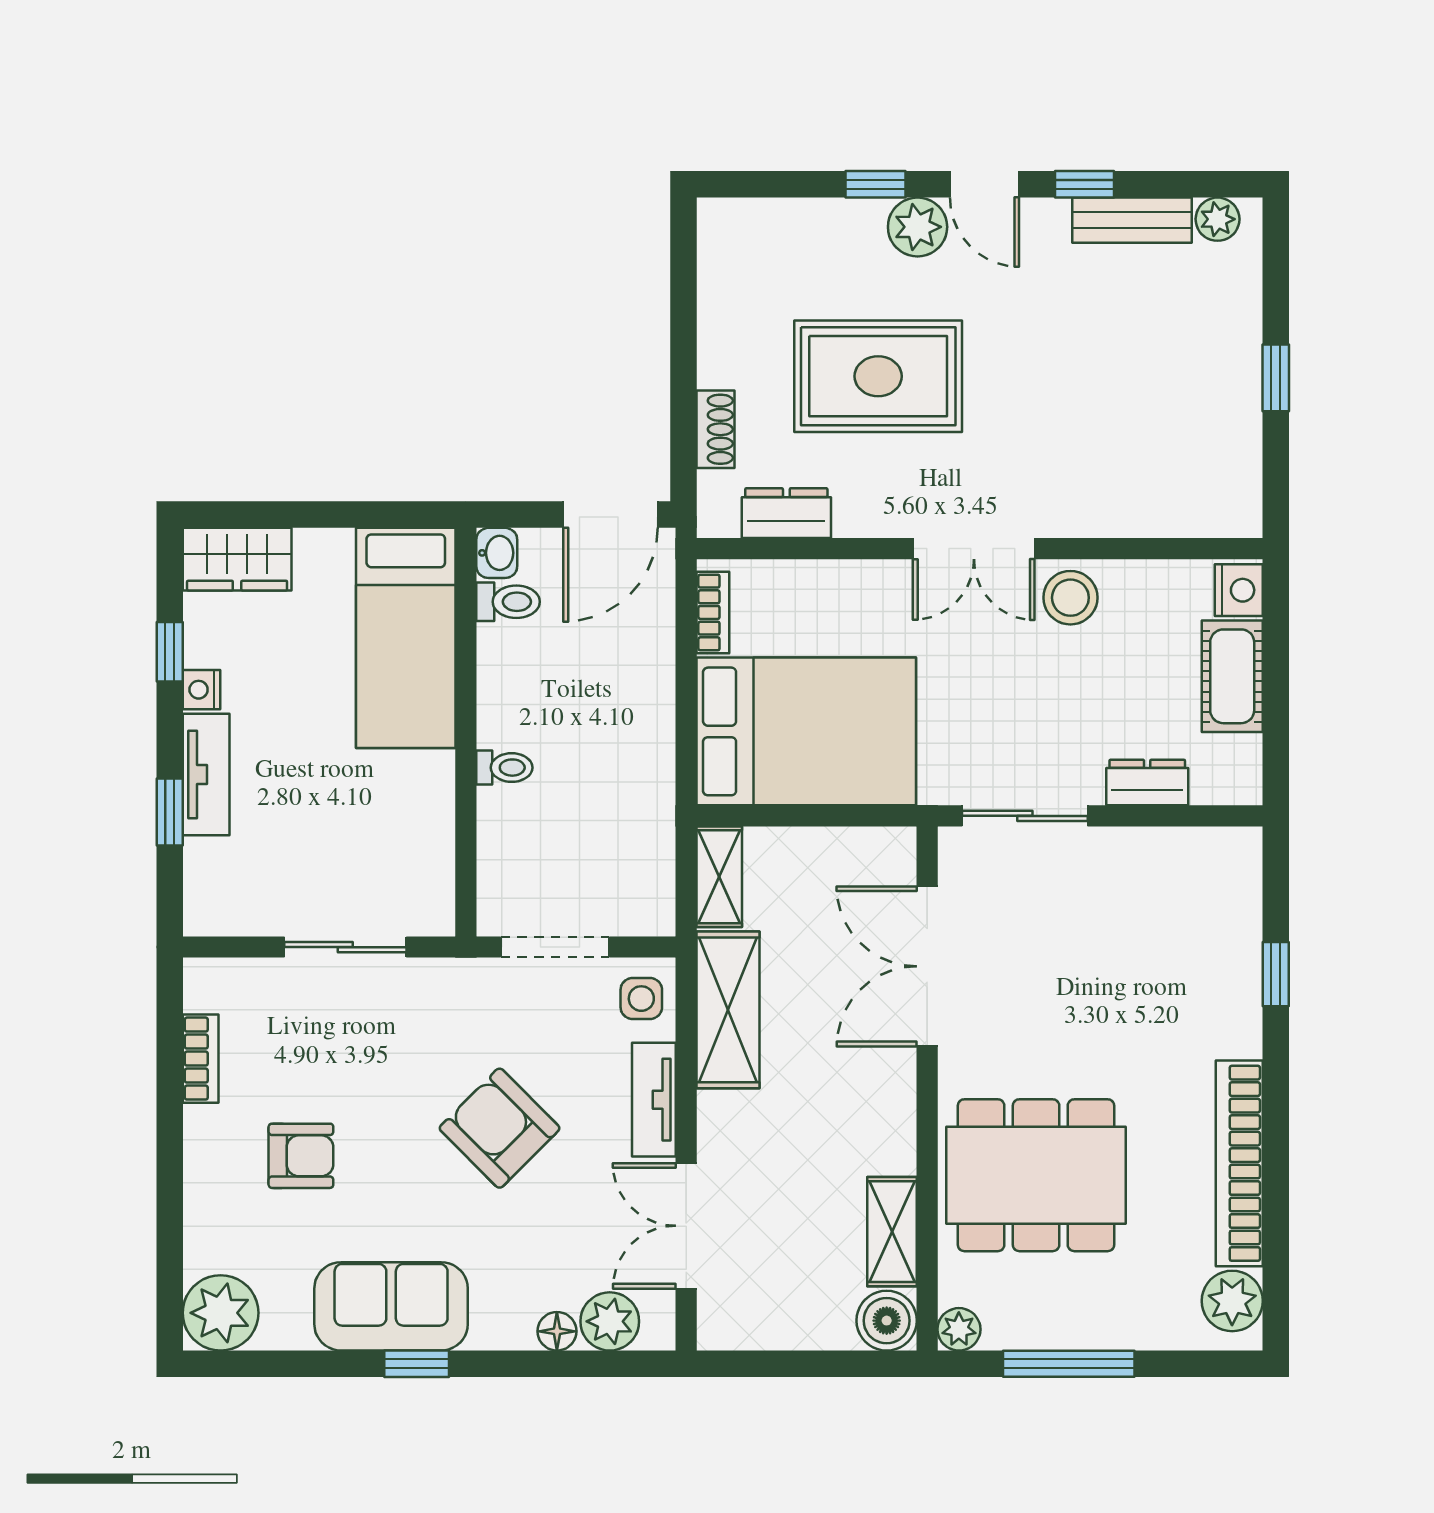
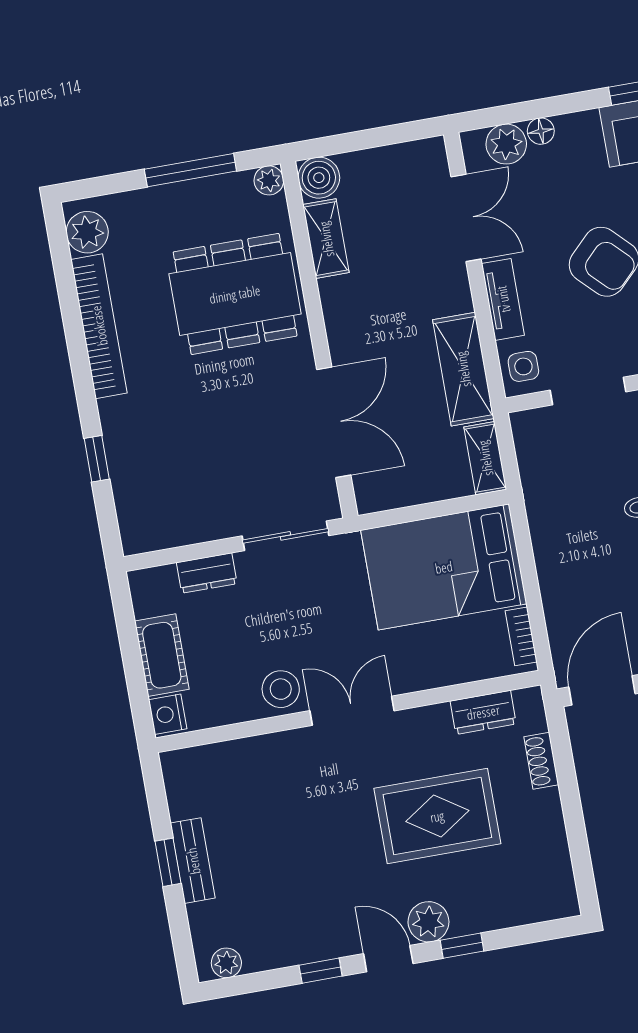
bench: (1132, 220) -> (193, 861), moved, turned 90

